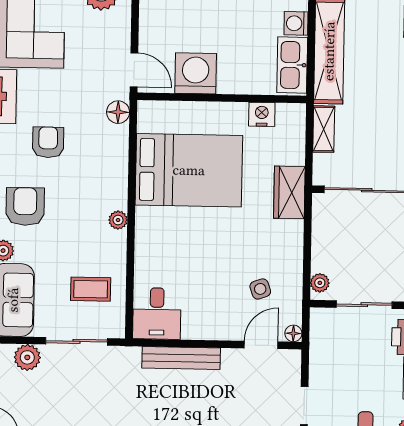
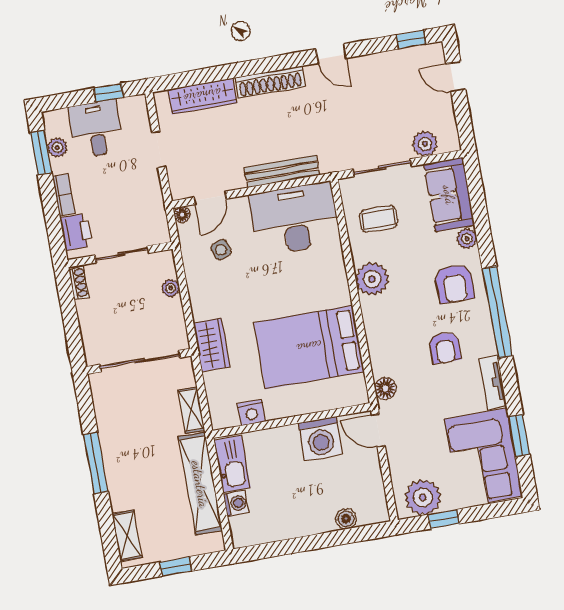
plant: (118, 220) -> (372, 279), width x1.88, depth x1.88
plant: (320, 283) -> (171, 288), moved
desk: (157, 313) -> (294, 219), width x1.87, depth x1.30

